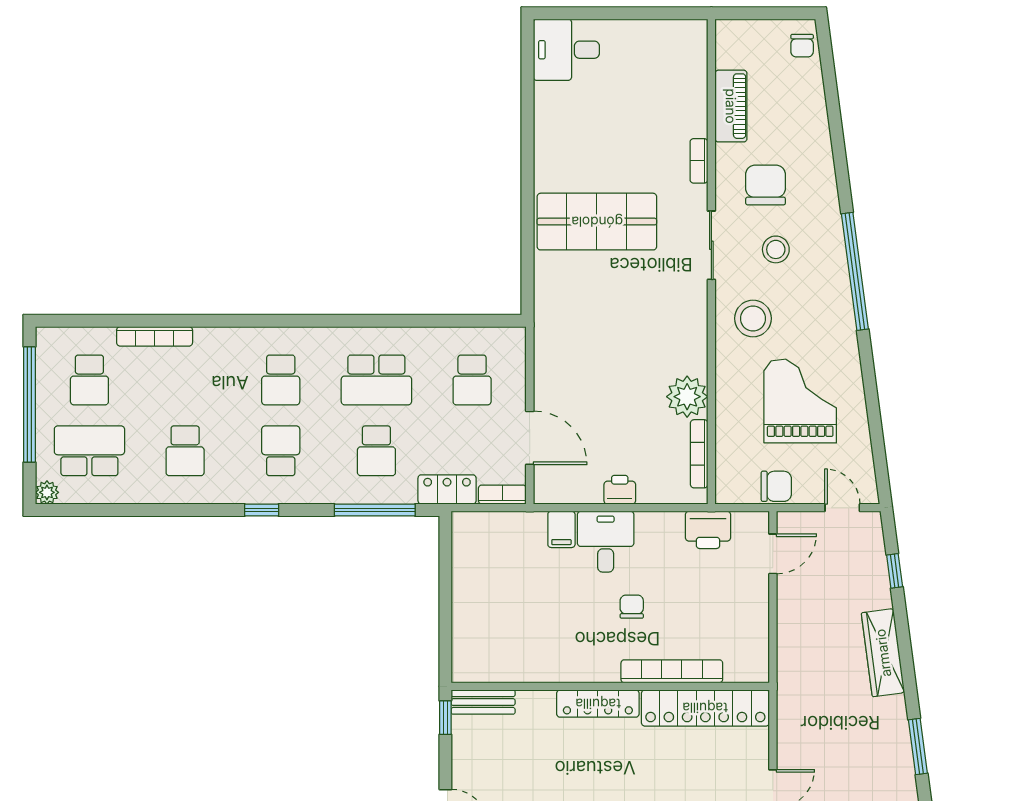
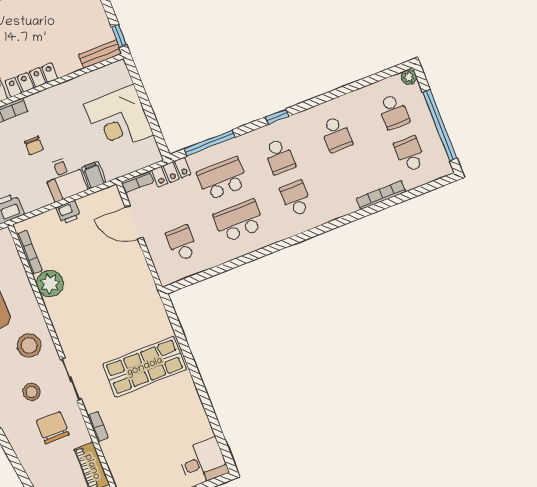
chair: (766, 185) -> (53, 428), turned 180
school desk: (89, 451) -> (393, 112), width x0.54
school desk: (185, 451) -> (336, 134), turned 180
school desk: (376, 451) -> (222, 179), width x1.85
corner desk: (494, 597) -> (118, 119), added

